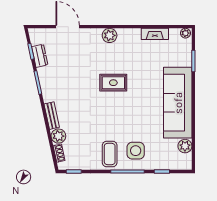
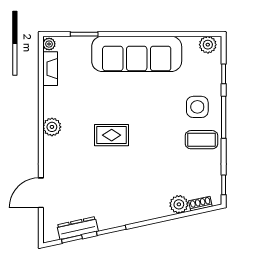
fireplace: (155, 34) -> (50, 69), moved
plant: (110, 35) -> (52, 127), moved
dresser: (40, 56) -> (78, 228), width x1.44
rug: (113, 83) -> (112, 135), turned 90
bench: (52, 116) -> (153, 213), removed
plant: (185, 146) -> (208, 45), moved

